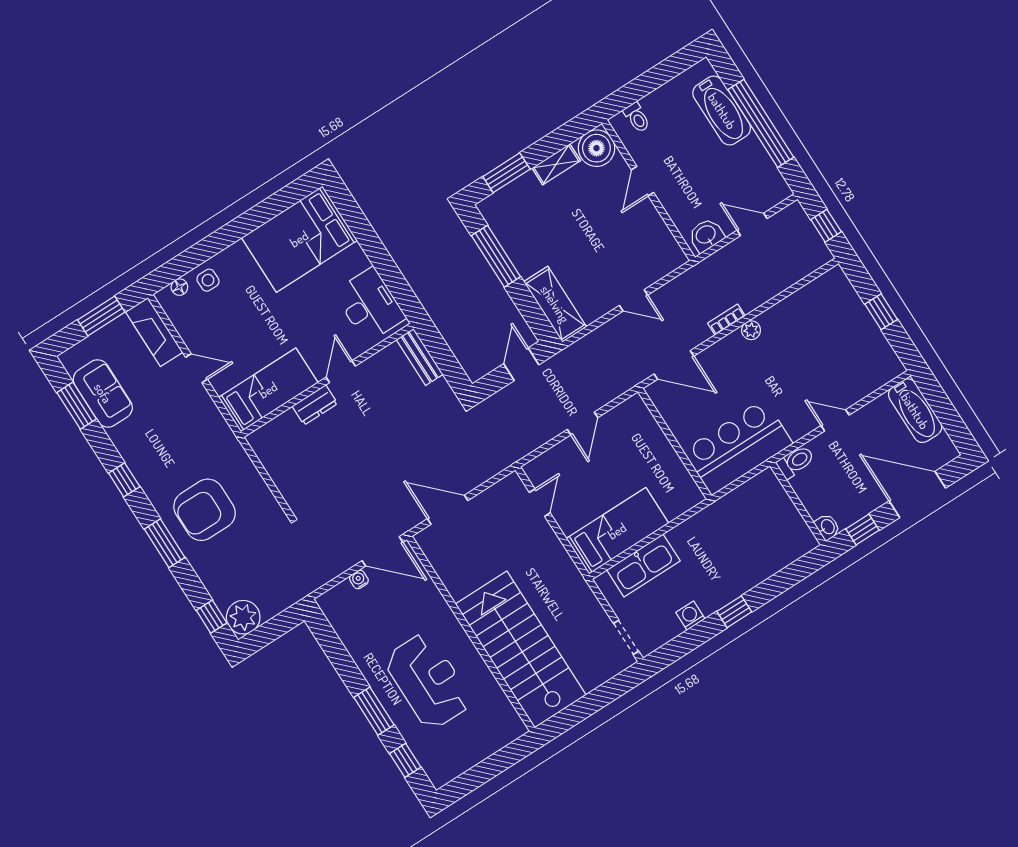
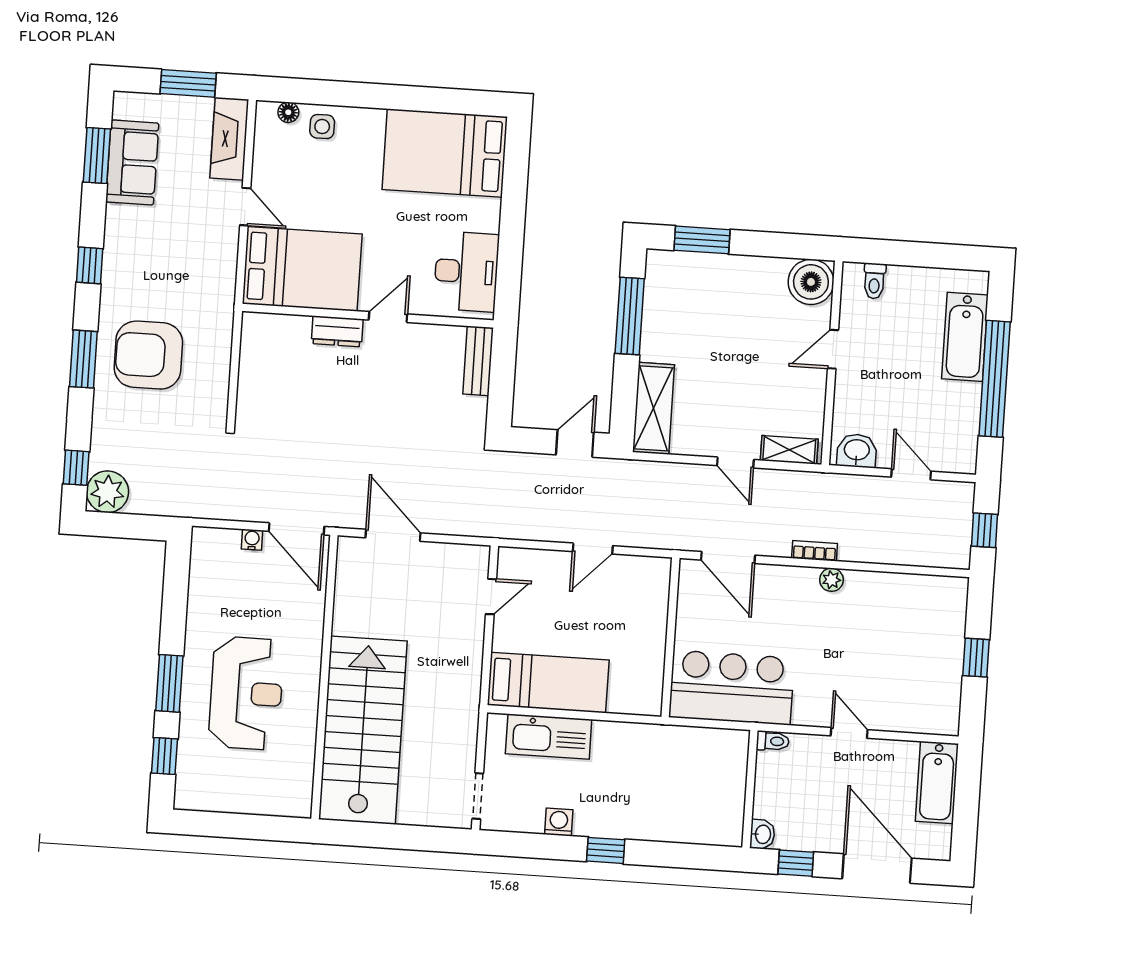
shelving: (556, 164) -> (789, 450), moved
bed: (268, 390) -> (302, 269), width x1.50
toilet: (796, 462) -> (773, 741), width x0.73, depth x0.72

